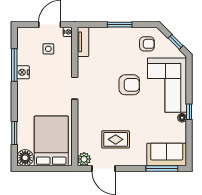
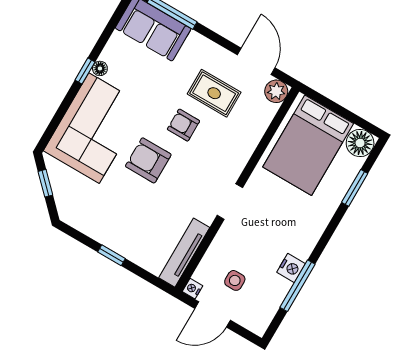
window: (120, 25) -> (112, 255), width x0.67
tv unit: (83, 42) -> (184, 253), width x1.41
armchair: (147, 44) -> (183, 125), moved

